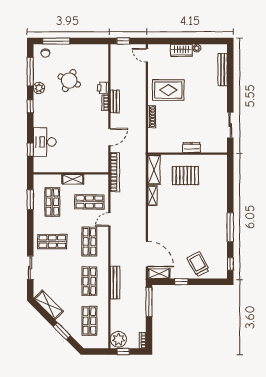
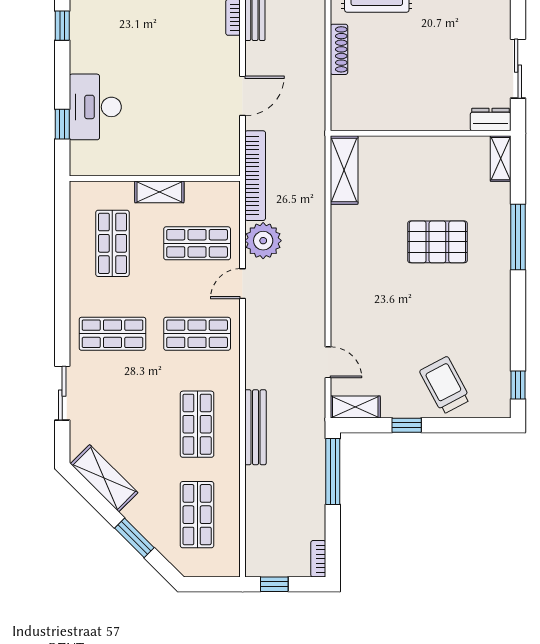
dresser: (191, 147) -> (491, 120), moved
pallet: (185, 176) -> (437, 242), moved
shelving: (152, 196) -> (501, 159), moved
window: (30, 200) -> (62, 238), removed
window: (230, 227) -> (518, 237), moved
shop shelf: (89, 242) -> (197, 334), turned 90
door: (147, 254) -> (328, 362), width x0.53
plant: (118, 339) -> (263, 241), moved

